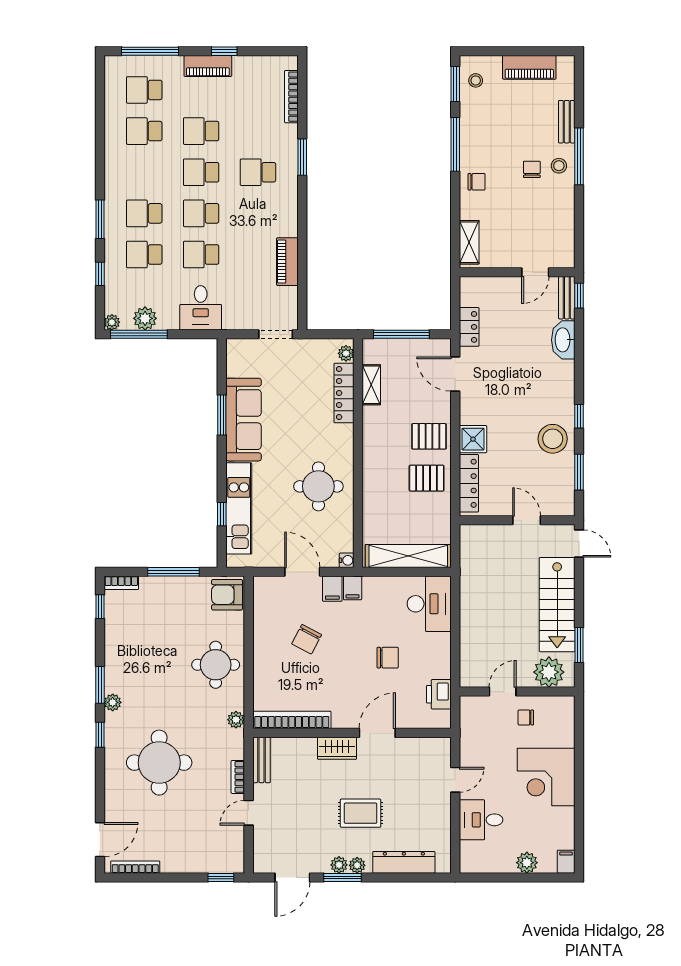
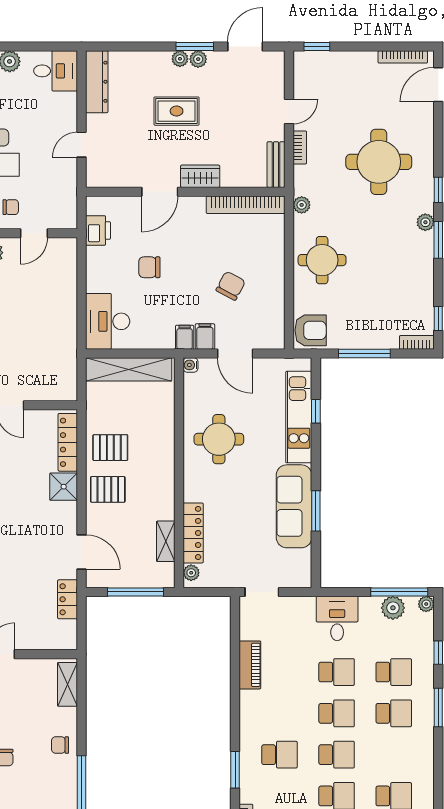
desk: (481, 820) -> (56, 71), moved
dresser: (404, 862) -> (97, 82), moved, turned -90

